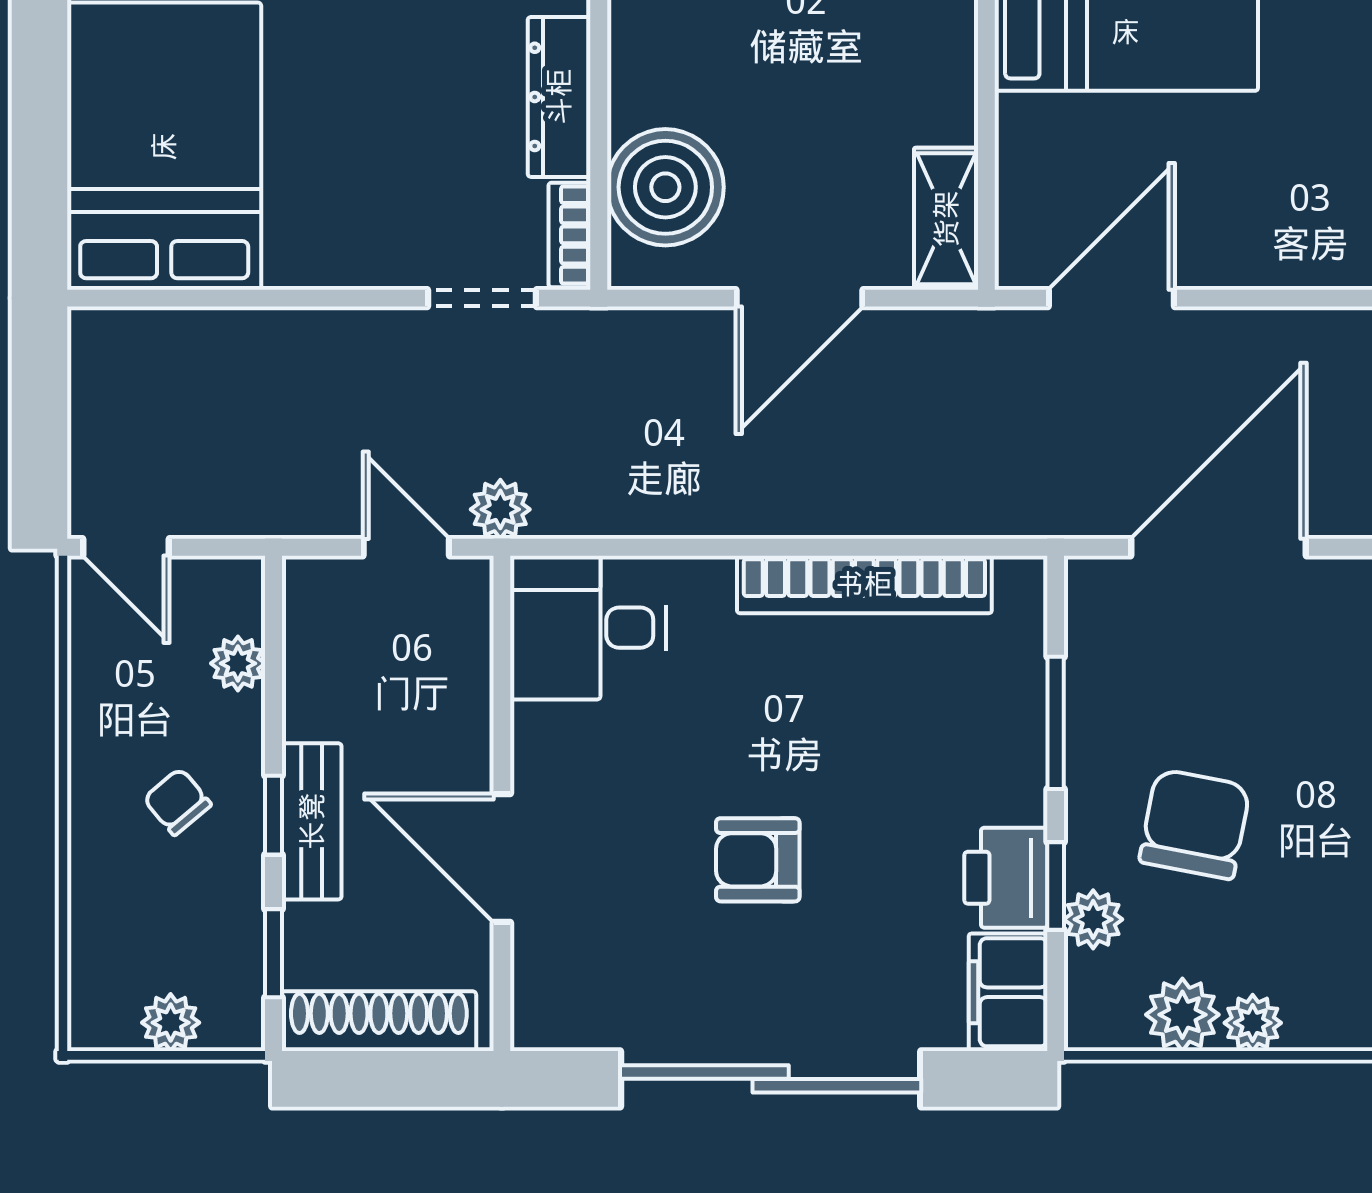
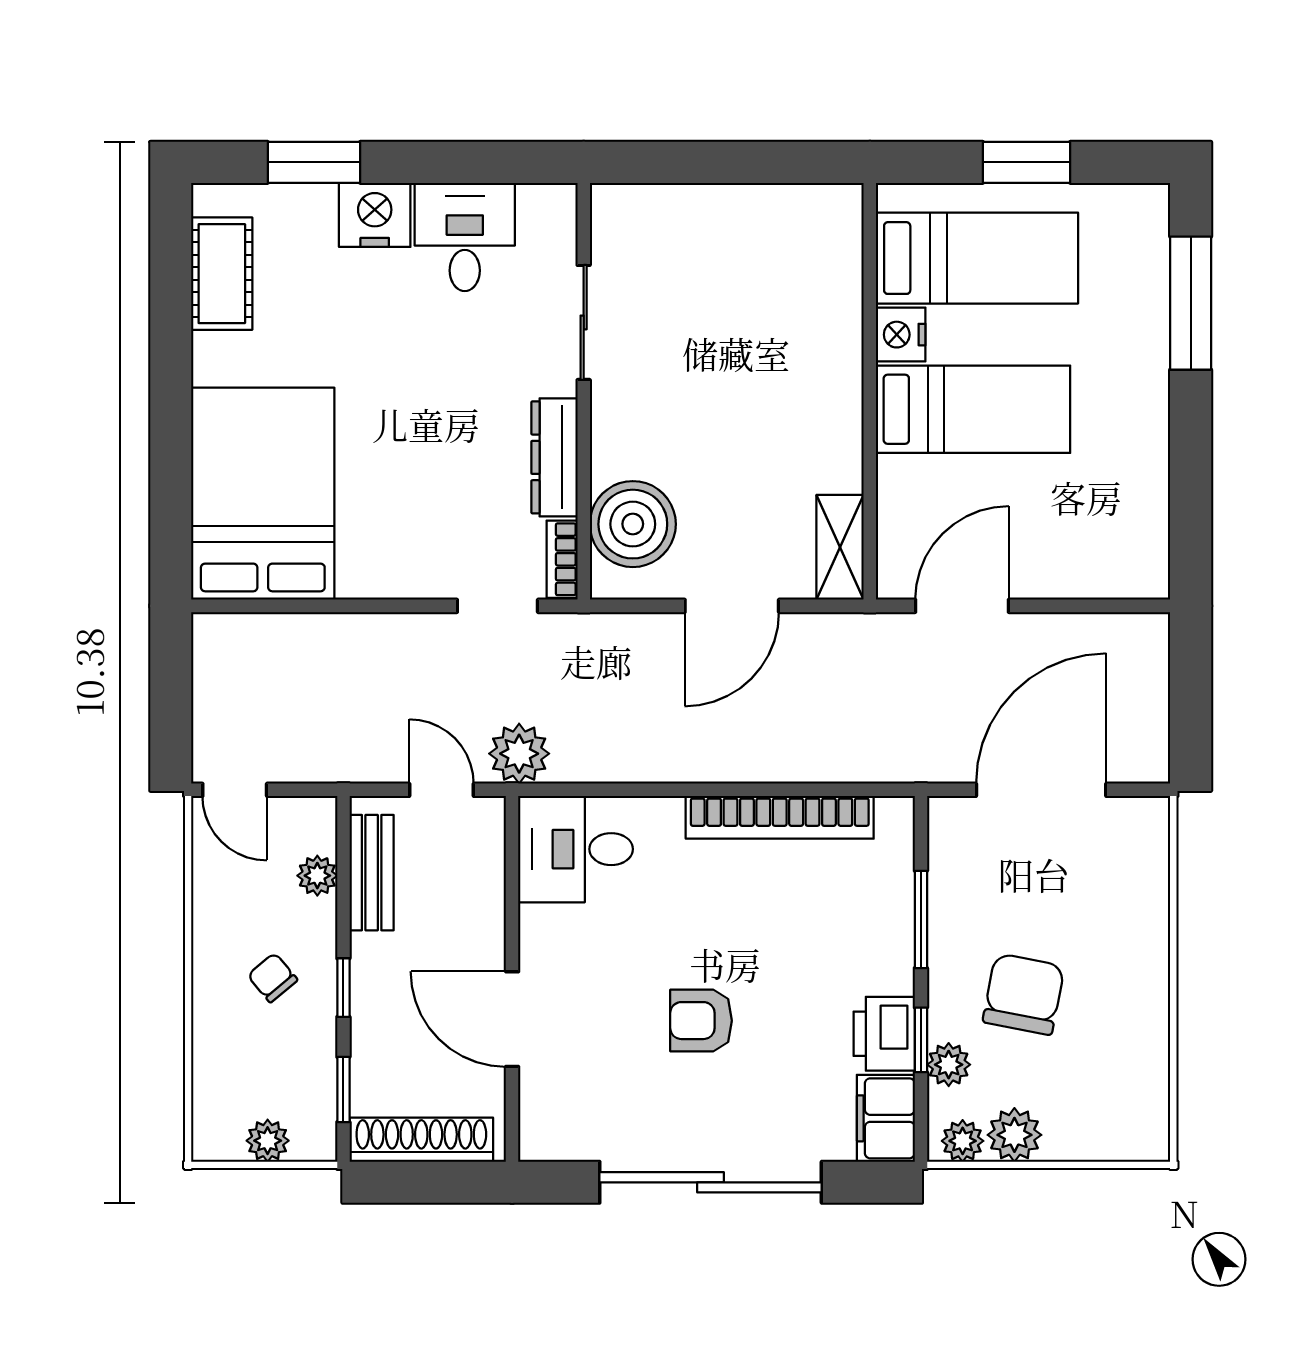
plant: (500, 509) -> (519, 754), width x1.38, depth x1.38
bench: (312, 821) -> (372, 873), moved
plant: (1253, 1023) -> (963, 1141), moved

